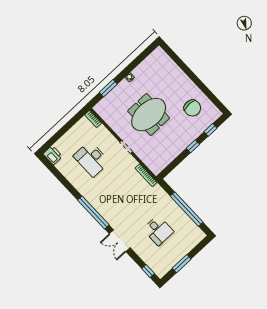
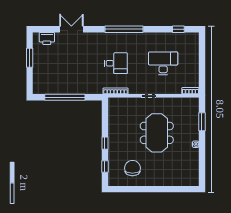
chair: (192, 108) -> (132, 168), turned 90
printer: (53, 155) -> (47, 38), moved
desk: (158, 230) -> (116, 63), moved, turned 180
double door: (120, 241) -> (71, 29), moved
window: (148, 271) -> (178, 29), moved

